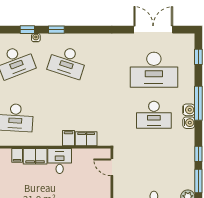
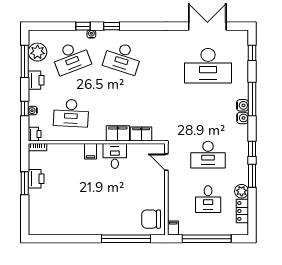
desk: (154, 115) -> (208, 155), moved
filing cabinet: (69, 138) -> (118, 133), width x2.00
filing cabinet: (17, 155) -> (73, 150), removed
filing cabinet: (35, 156) -> (91, 151), width x0.50

